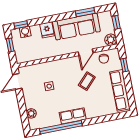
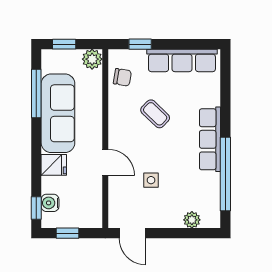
window: (85, 12) -> (36, 94), width x1.44
door: (86, 52) -> (105, 162), moved
row of seats: (73, 116) -> (210, 139), width x1.48

